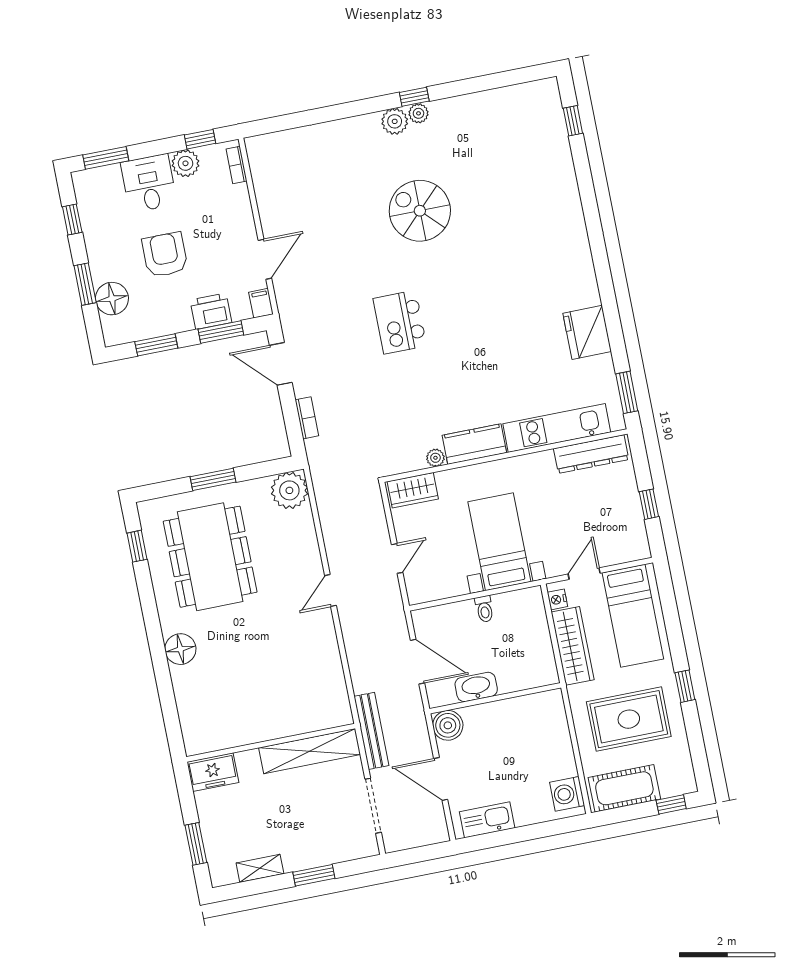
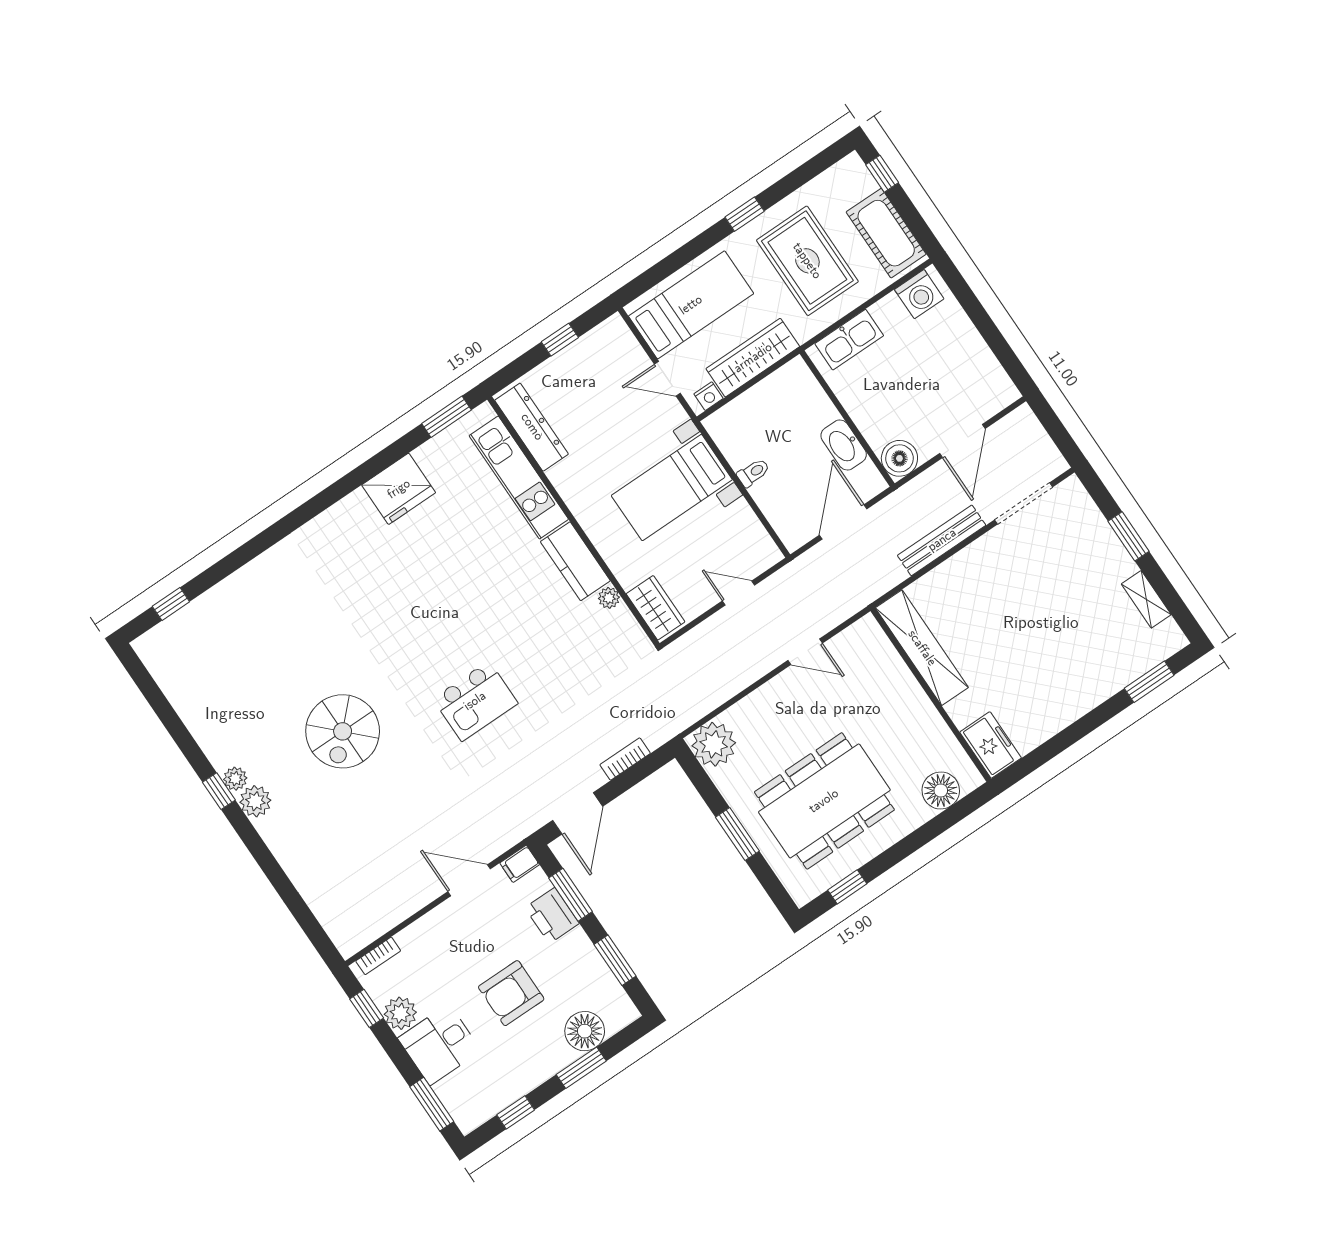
wall: (271, 743) -> (931, 695), moved
shelving: (310, 751) -> (922, 648), moved
freezer: (213, 772) -> (991, 745), moved
kitchen sink: (487, 820) -> (849, 340), moved, turned -90

